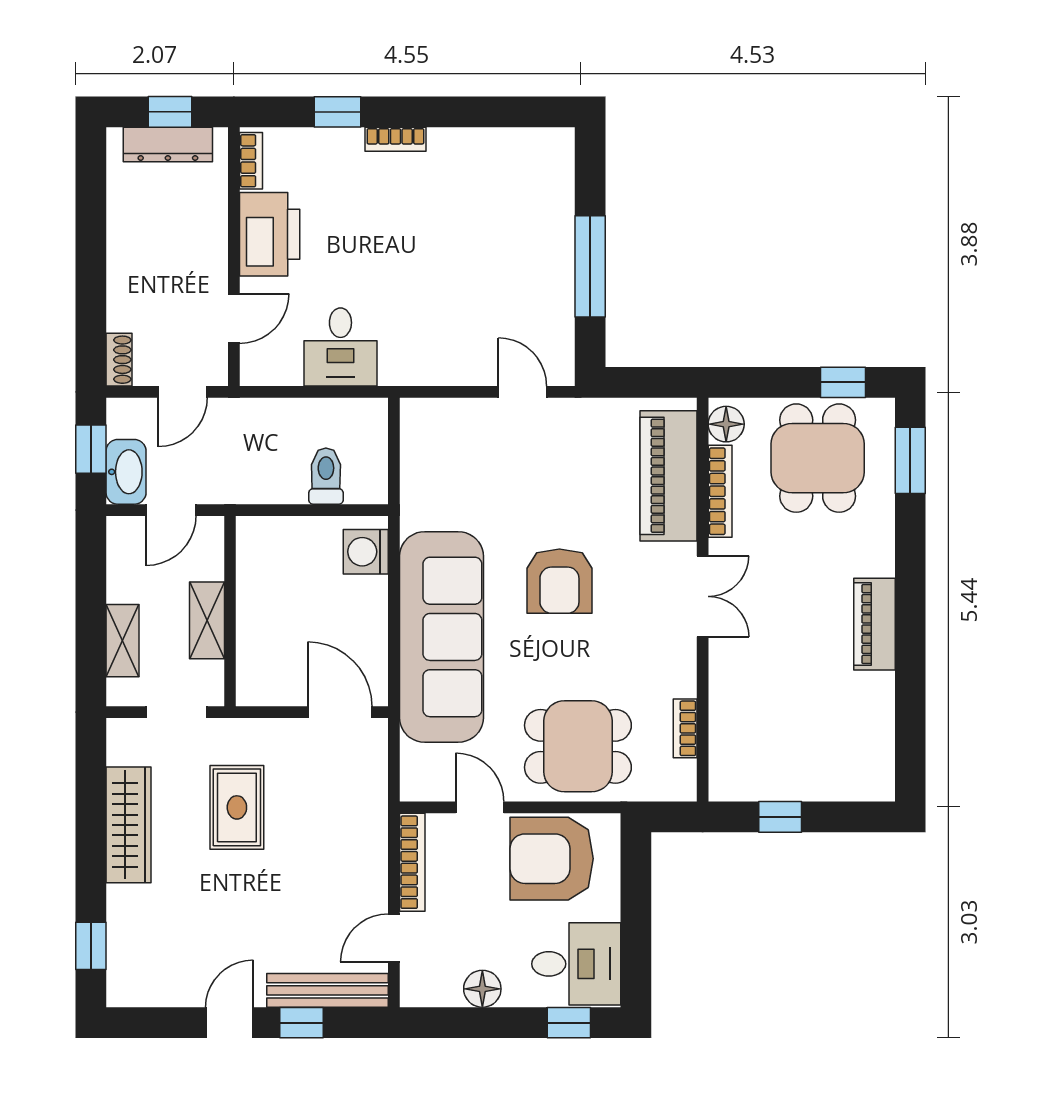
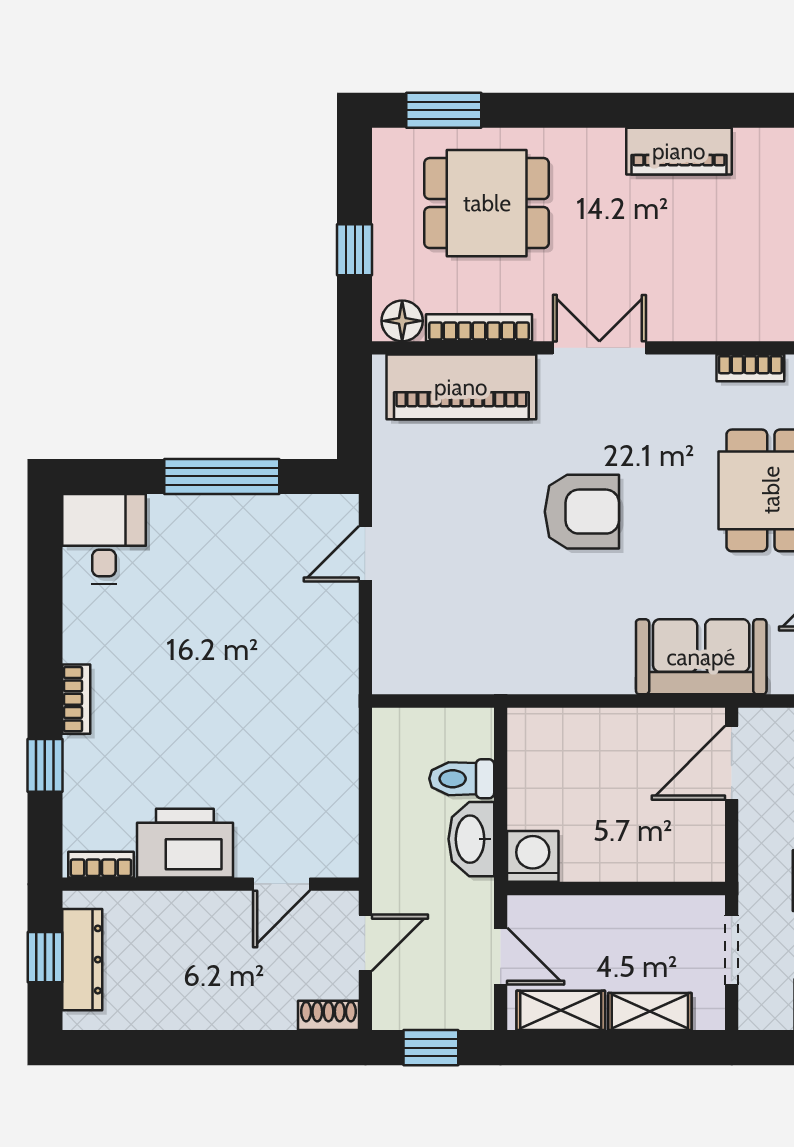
door: (234, 318) -> (281, 884), swing flipped
desk: (340, 347) -> (104, 539), moved, turned -90
window: (843, 382) -> (355, 250), moved
door: (183, 392) -> (365, 943), hinge flipped
dining table: (818, 458) -> (487, 203), moved
washbasin: (126, 472) -> (471, 839), moved, turned -90
washing machine: (366, 552) -> (533, 856), moved, turned 180
shelving: (207, 620) -> (561, 1010), moved
piano: (874, 624) -> (679, 151), moved
sofa: (441, 637) -> (701, 657), width x0.54, depth x0.79

